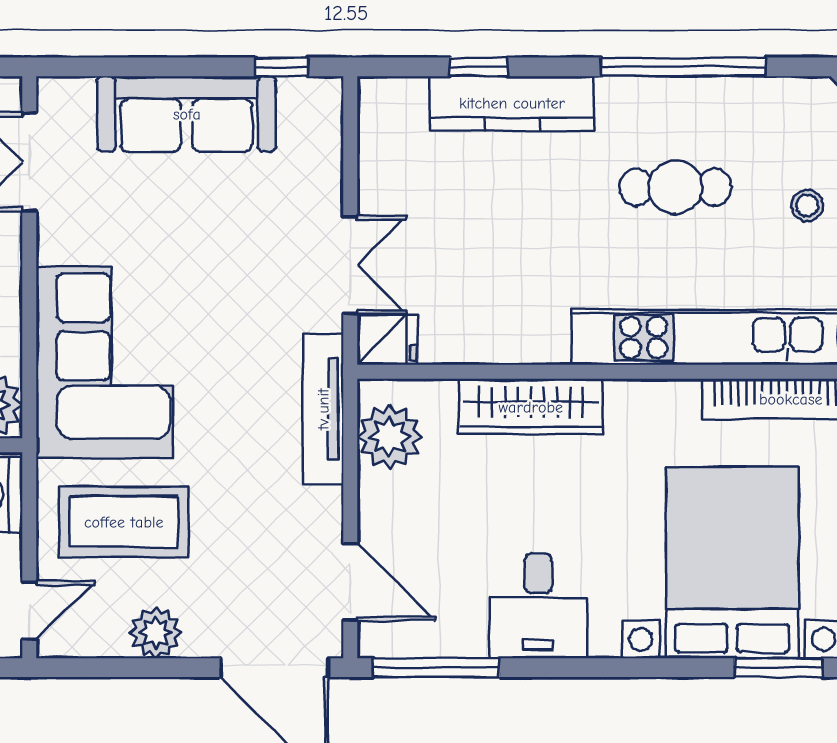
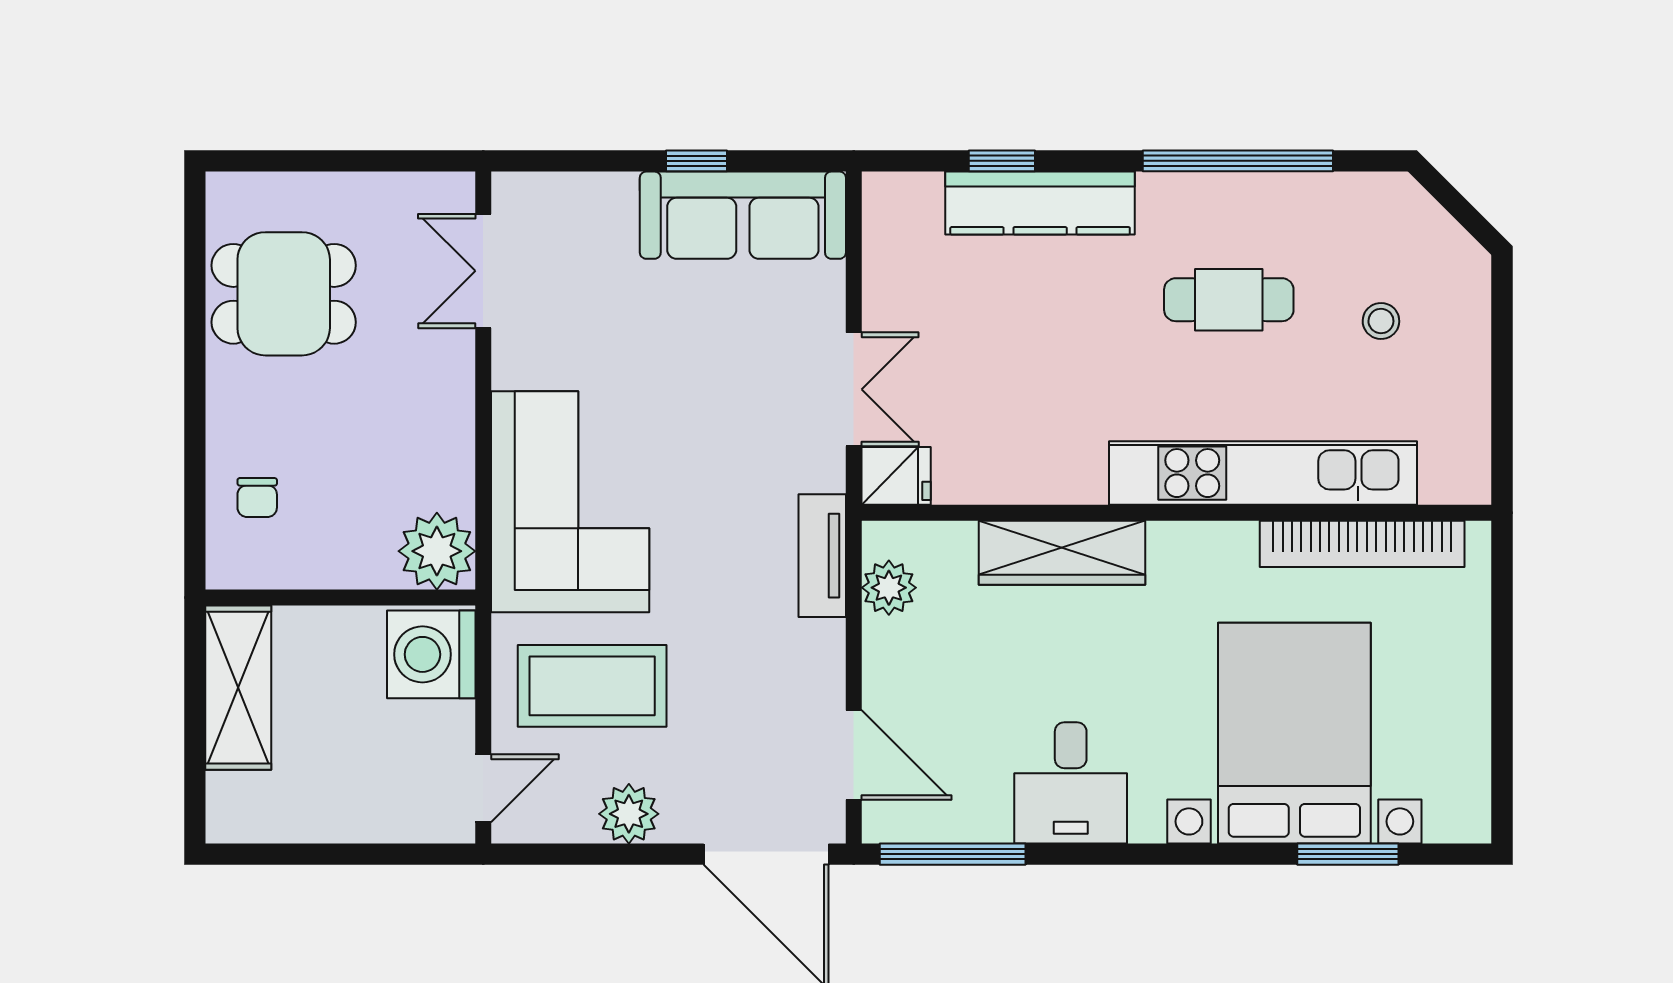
window: (282, 67) -> (697, 161), moved
sofa: (187, 114) -> (743, 215), moved
tv unit: (323, 409) -> (822, 556), width x0.71
plant: (389, 437) -> (889, 588), width x0.73, depth x0.73

